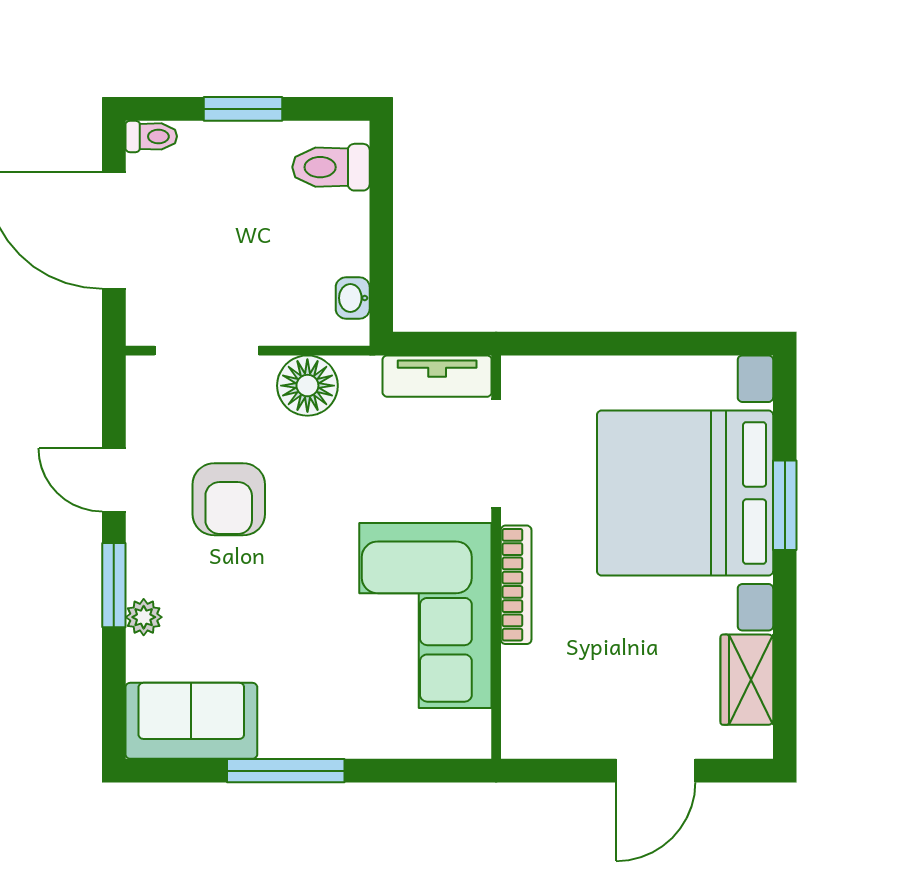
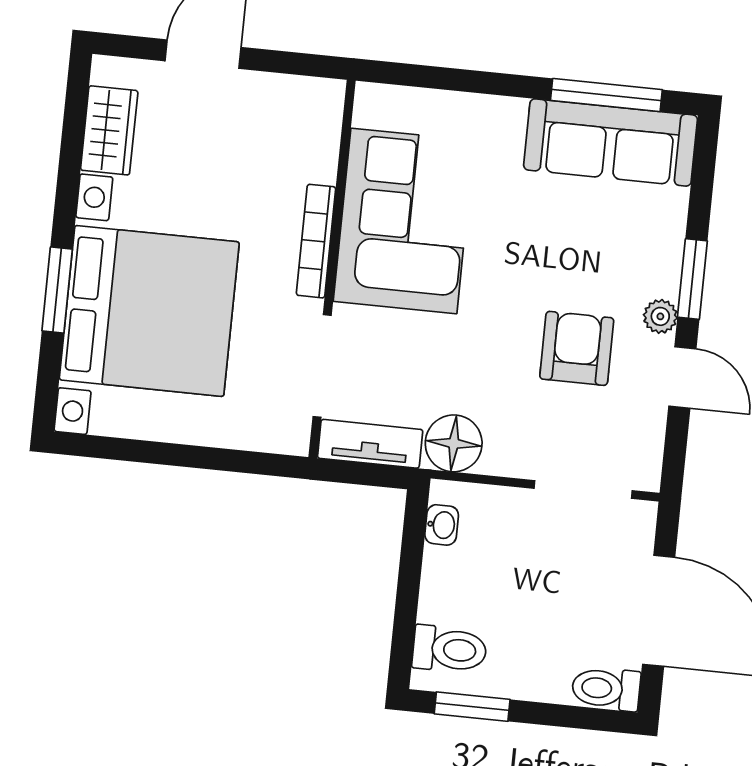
window: (243, 109) -> (472, 707), moved
toilet: (151, 136) -> (606, 689), width x1.37, depth x1.39
floor lamp: (307, 386) -> (454, 443), moved
plant: (144, 617) -> (660, 316), moved
sofa: (191, 721) -> (611, 142), width x1.36
window: (286, 771) -> (606, 95), moved

